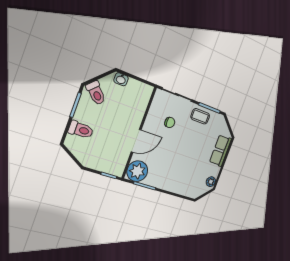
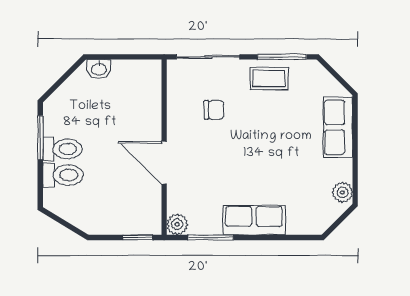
toilet: (96, 93) -> (62, 149), moved, turned -45
door: (136, 141) -> (164, 163), swing flipped
plant: (137, 171) -> (177, 224), width x0.53, depth x0.53
row of seats: (168, 183) -> (254, 220), added

